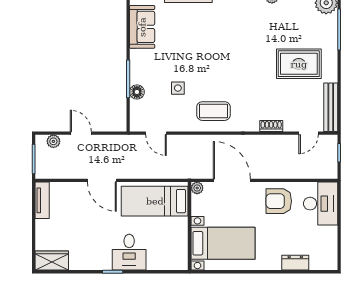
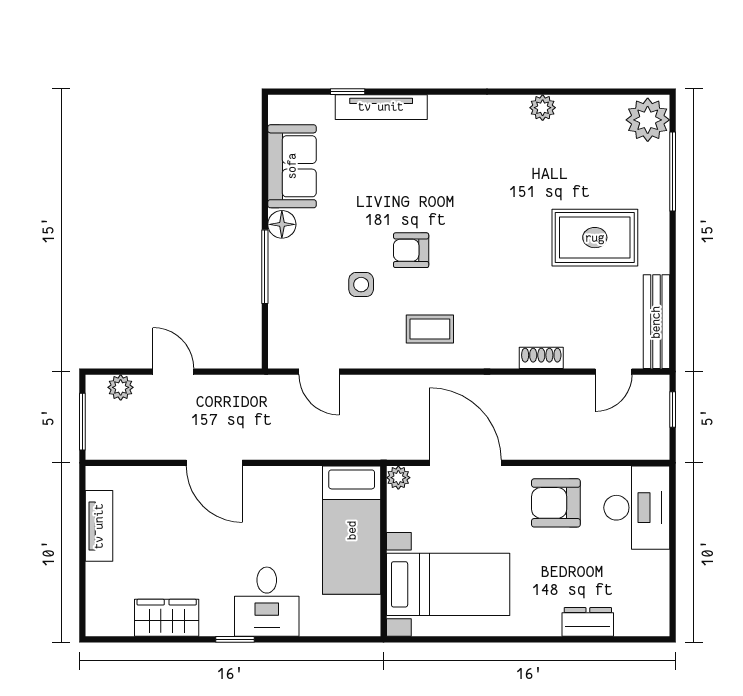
armchair: (204, 70) -> (411, 250), added
floor lamp: (137, 92) -> (282, 224), moved
coffee table: (213, 111) -> (430, 329), width x0.73, depth x0.77
tv unit: (42, 200) -> (99, 526), moved
bed: (155, 201) -> (352, 530), moved, turned -90
wardrobe: (52, 261) -> (167, 618), moved

